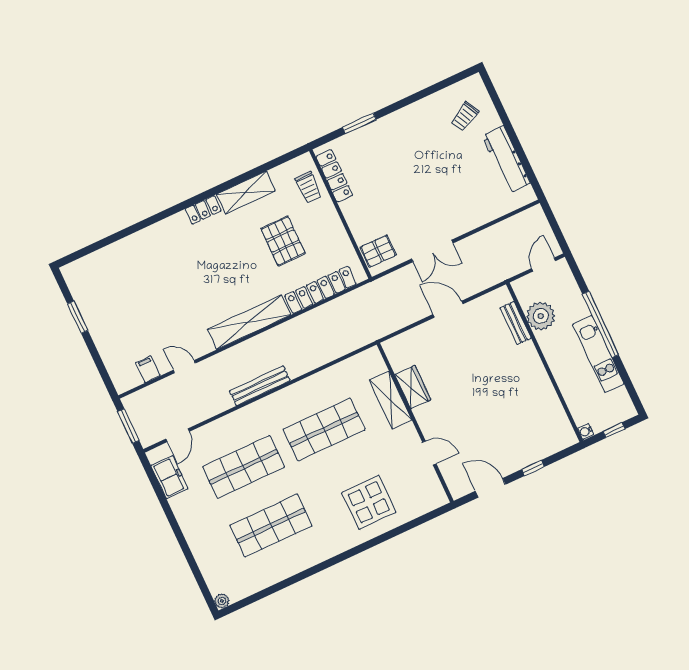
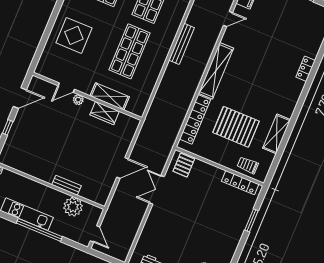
locker: (203, 210) -> (306, 69), moved
pallet: (283, 241) -> (236, 127), width x1.37, depth x1.41
bench: (516, 323) -> (66, 185), moved
plant: (428, 428) -> (78, 100), added

